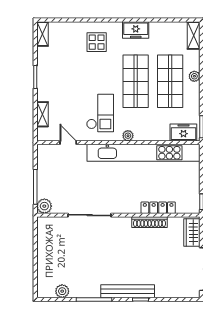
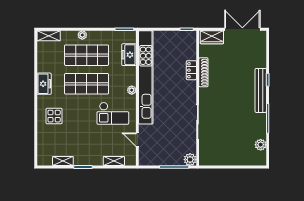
shelving: (42, 34) -> (63, 161), moved
checkout: (100, 113) -> (113, 113), turned 180
freezer: (183, 132) -> (129, 55), moved
door: (68, 143) -> (137, 140), hinge flipped
locker: (158, 208) -> (191, 70), width x0.66

